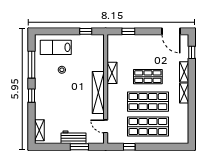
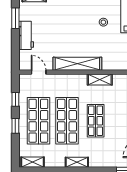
shelving: (184, 72) -> (32, 162), moved
door: (106, 126) -> (39, 72), hinge flipped
window: (79, 147) -> (15, 18), moved
window: (152, 147) -> (15, 126), added

